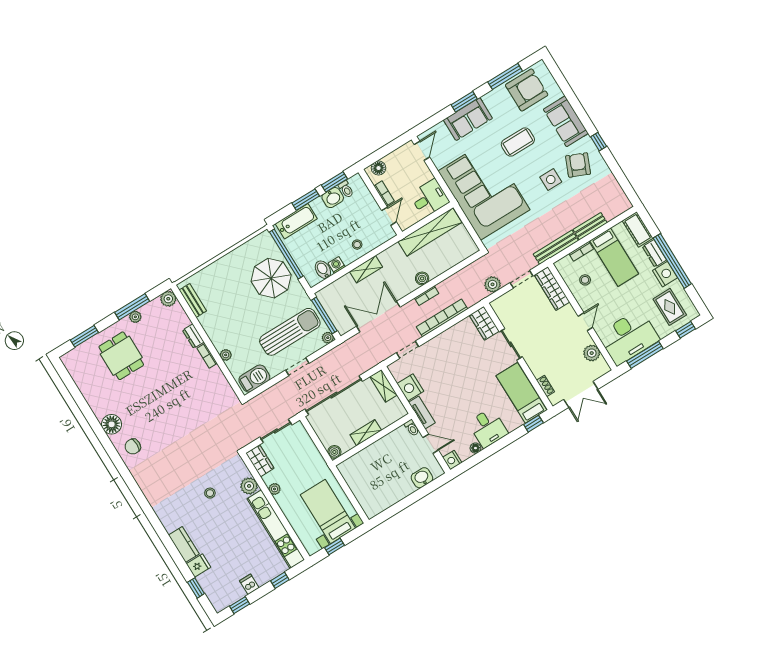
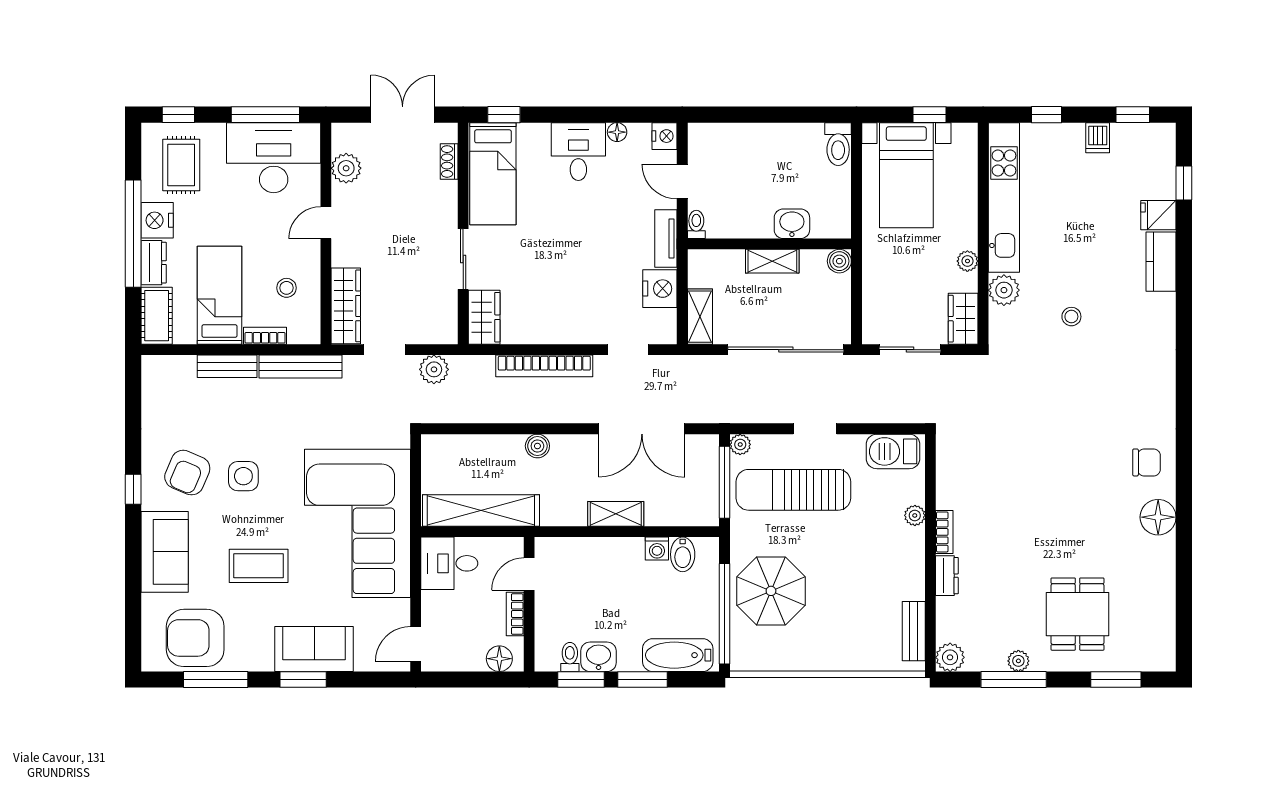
stool: (357, 245) -> (606, 561), removed
bookcase: (427, 296) -> (547, 415), removed
washbasin: (422, 478) -> (792, 224), moved, turned 180
toilet: (369, 506) -> (838, 144), added

